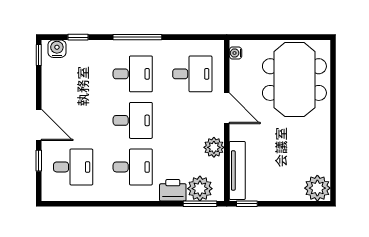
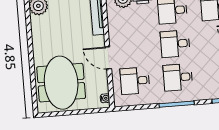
plant: (214, 147) -> (115, 29), removed

